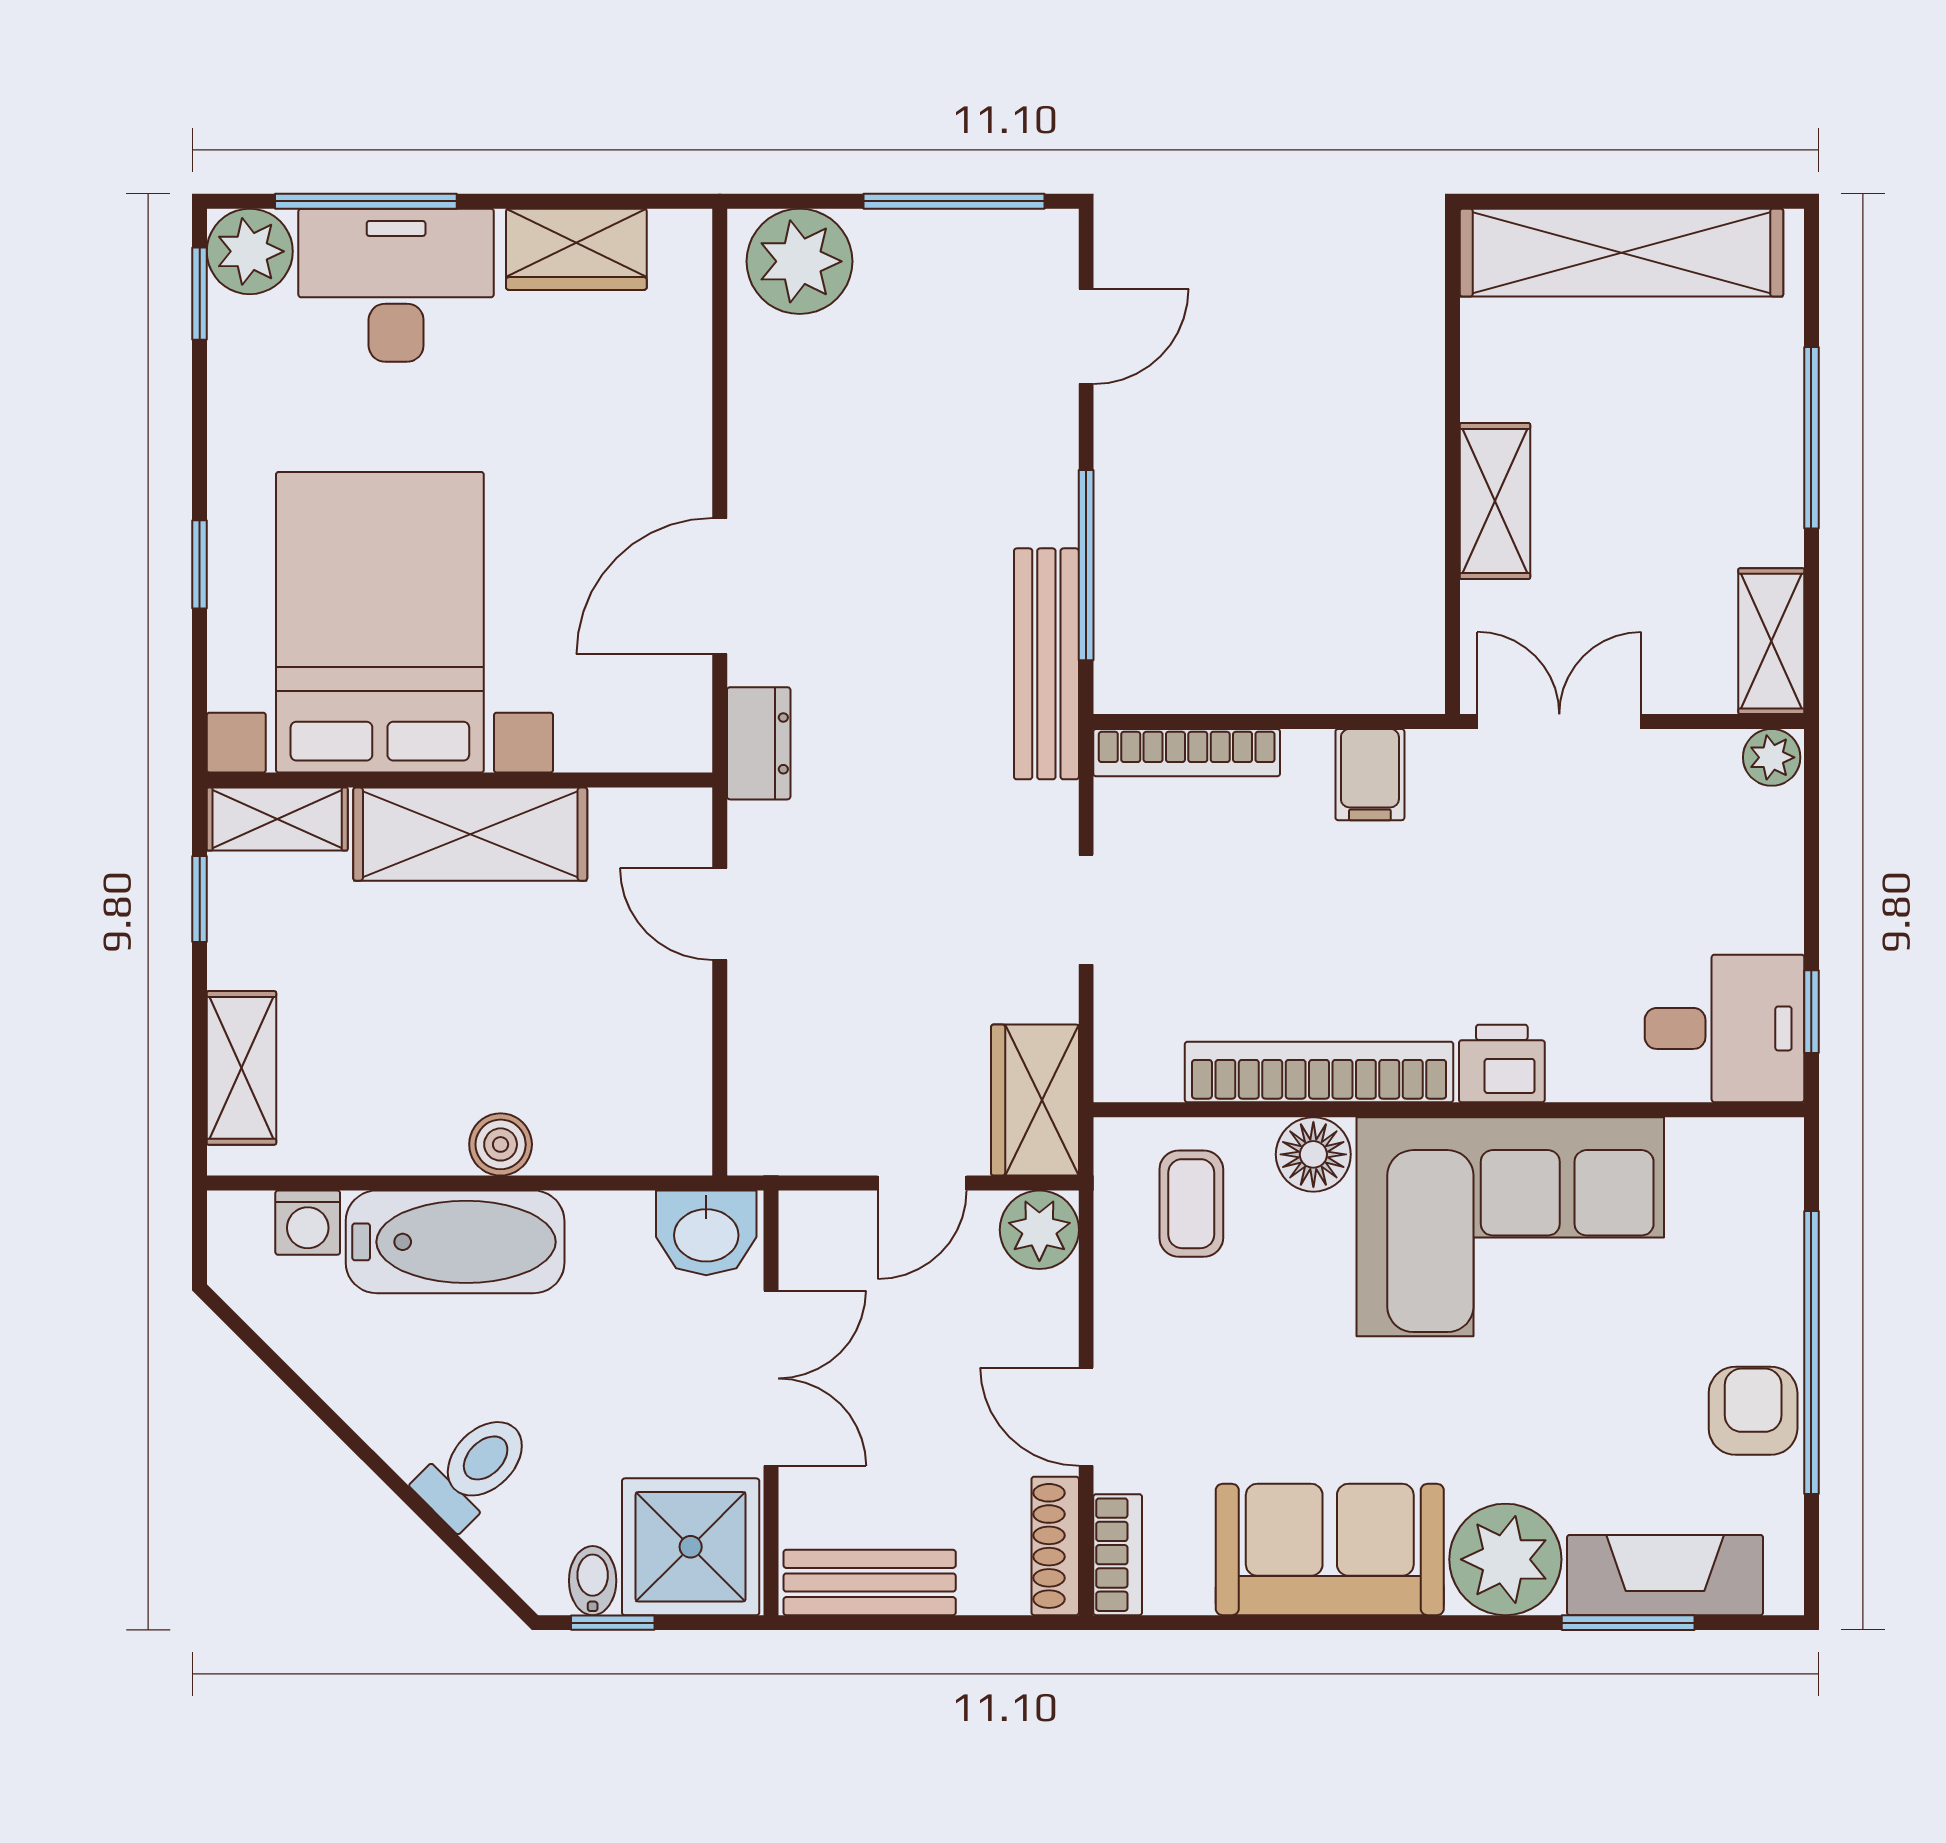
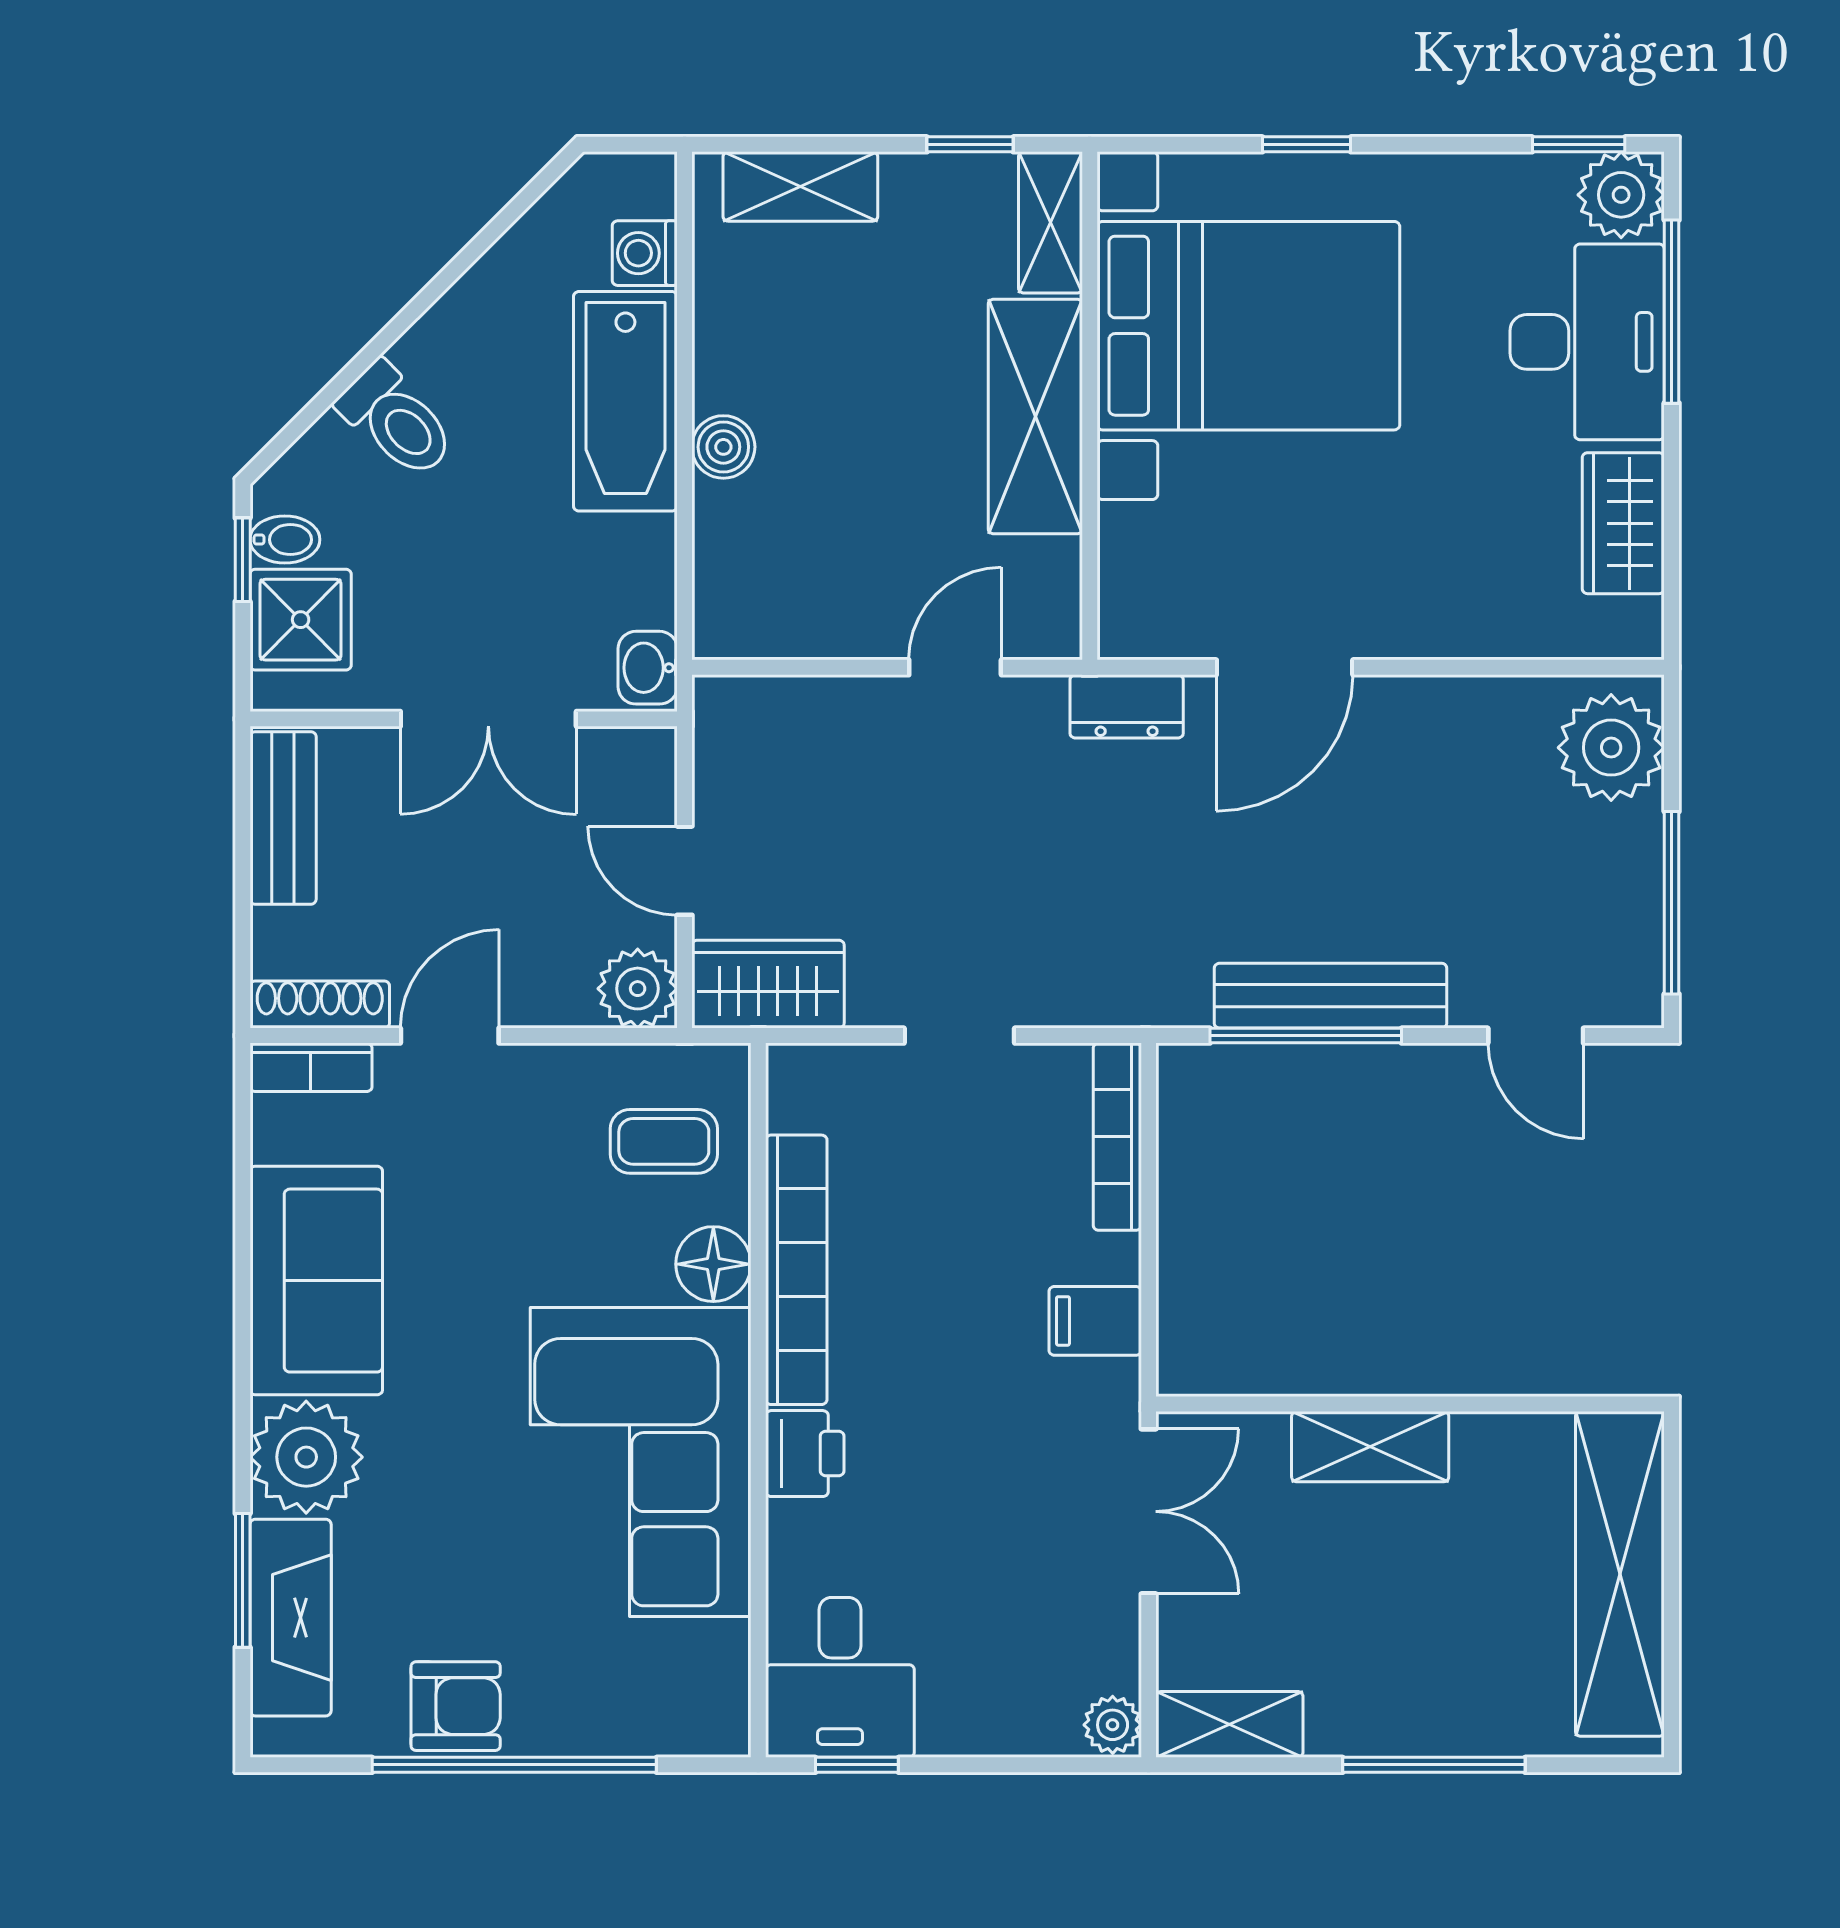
door: (720, 586) -> (1285, 667), swing flipped
bench: (1046, 664) -> (1331, 996), moved
washbasin: (706, 1233) -> (648, 668), width x0.72, depth x0.69
shower: (691, 1547) -> (301, 620), width x0.73, depth x0.73

